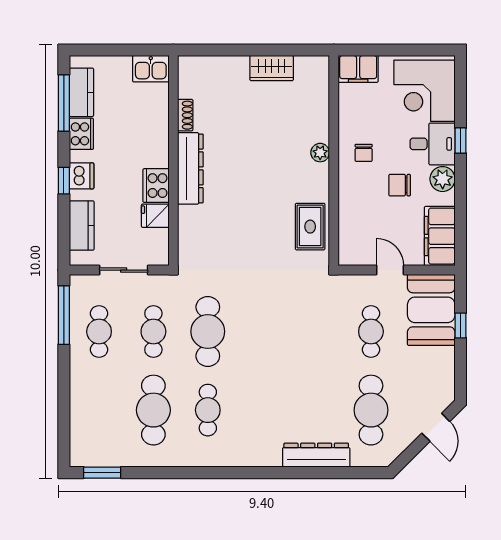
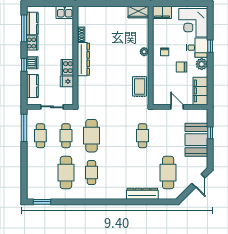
wardrobe: (272, 68) -> (138, 12), moved
booth: (431, 310) -> (196, 140), moved
cafe table: (371, 331) -> (143, 136), moved

